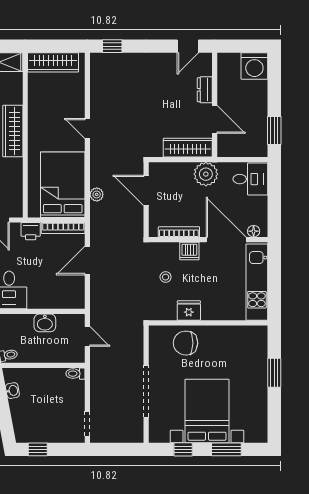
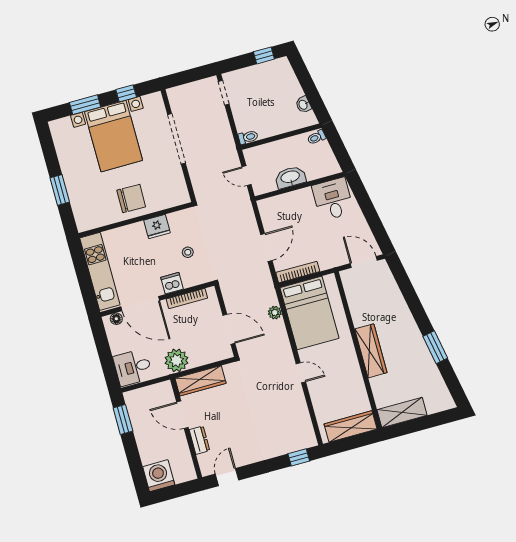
printer: (31, 231) -> (328, 261), removed
washbasin: (45, 323) -> (290, 177), width x1.38
chair: (186, 343) -> (131, 198), moved

